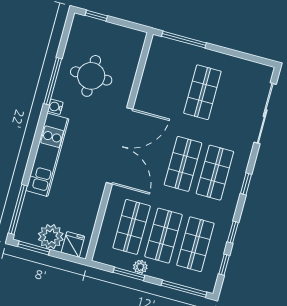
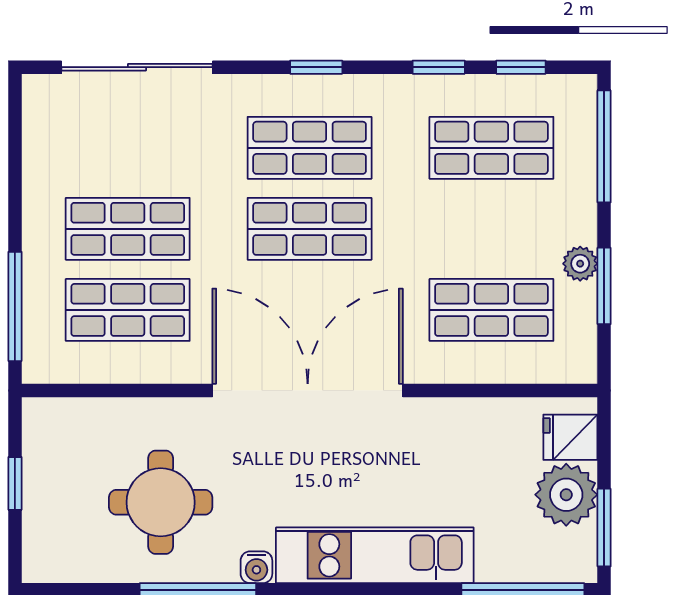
window: (96, 16) -> (15, 483), moved
shop shelf: (164, 236) -> (128, 310), moved

